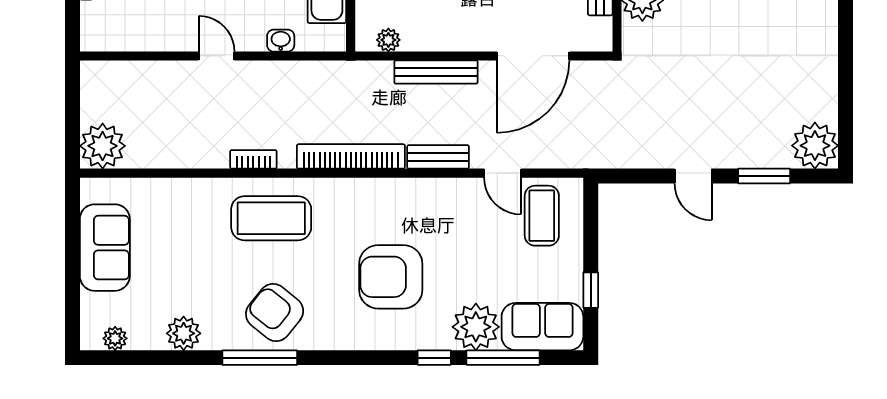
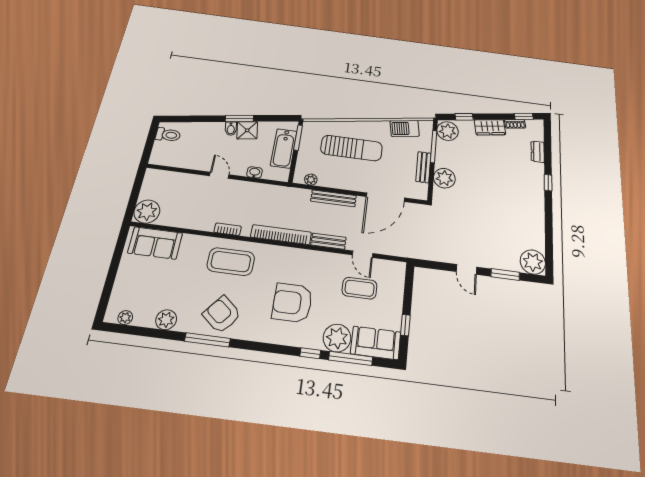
coffee table: (542, 216) -> (360, 288), moved, turned 90
sofa: (105, 248) -> (155, 243), moved, turned 90

